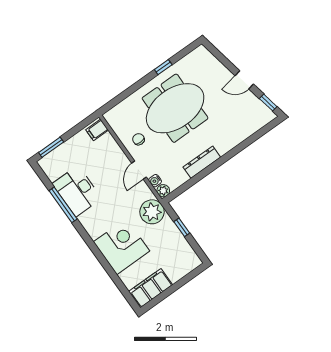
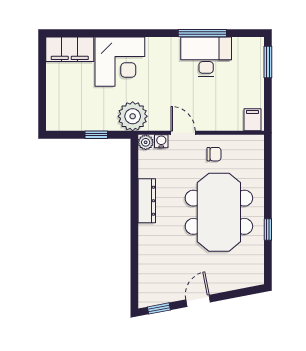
filing cabinet: (151, 288) -> (70, 49), moved, turned 90

